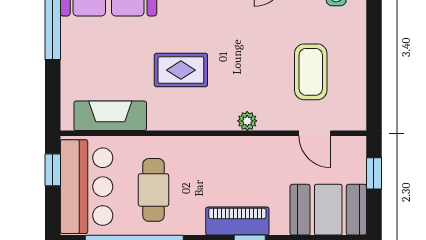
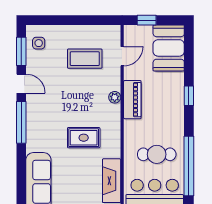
rug: (181, 70) -> (84, 138), turned 90
piano: (237, 221) -> (132, 100), moved, turned 180

